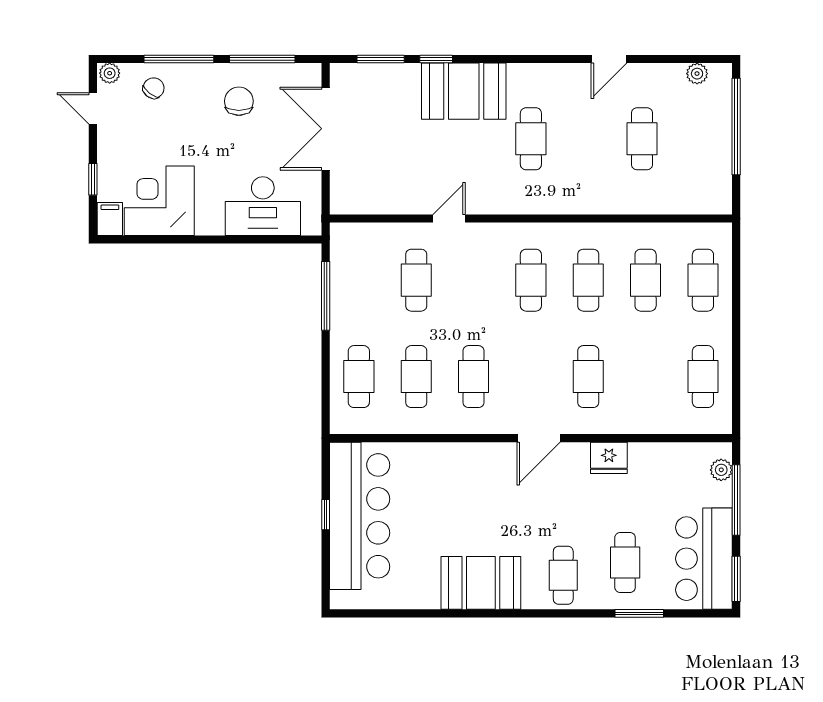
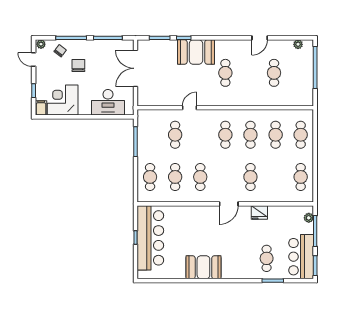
chair: (239, 101) -> (78, 66), moved
cafe table: (563, 575) -> (240, 264), removed

